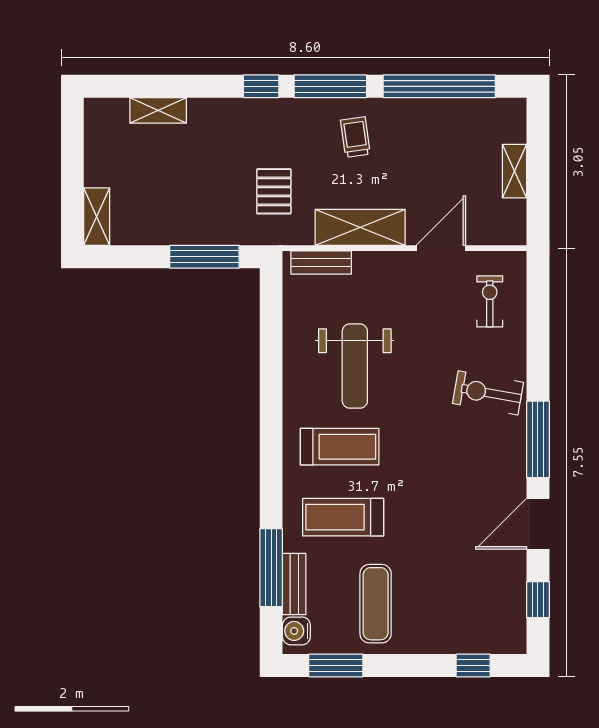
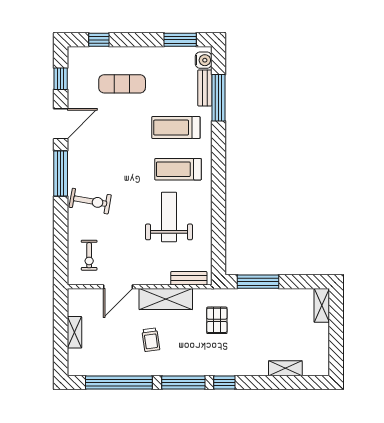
trolley: (355, 137) -> (151, 340), moved
treadmill: (343, 517) -> (176, 128), turned 180
exercise mat: (376, 604) -> (122, 84), moved, turned 90

